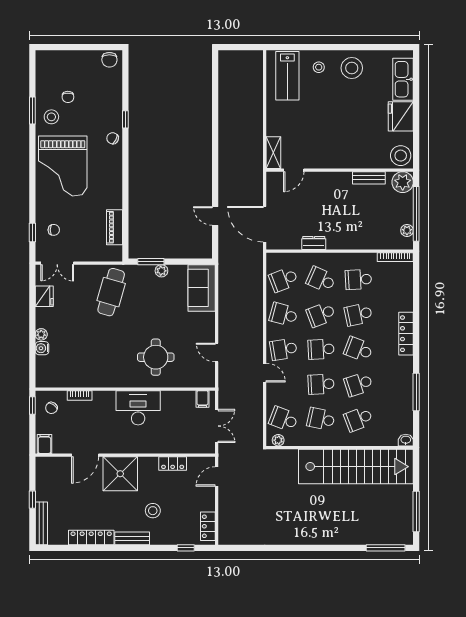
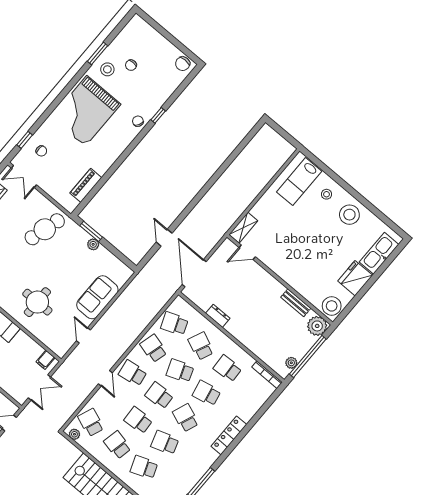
sofa: (202, 288) -> (97, 297), moved

